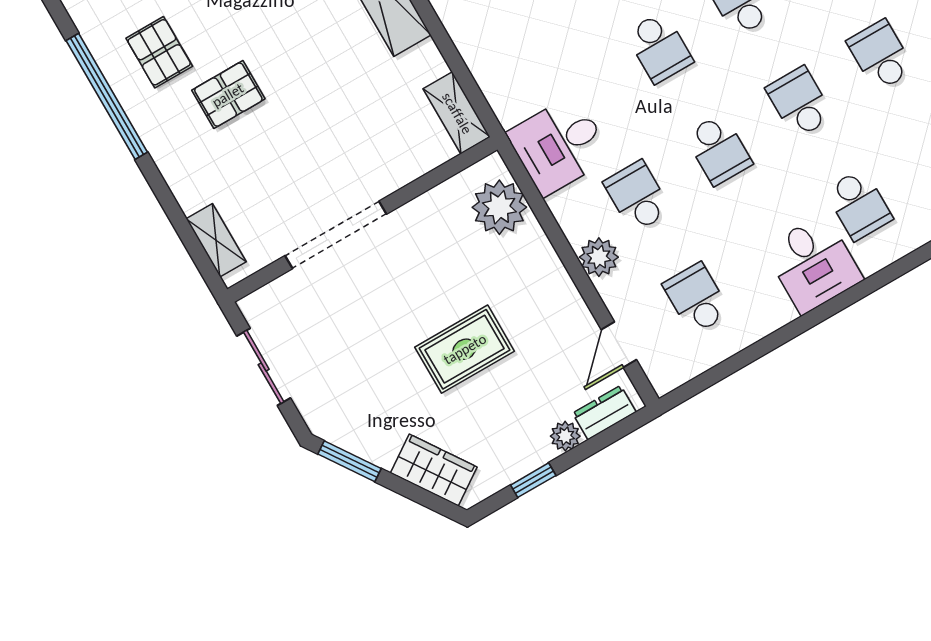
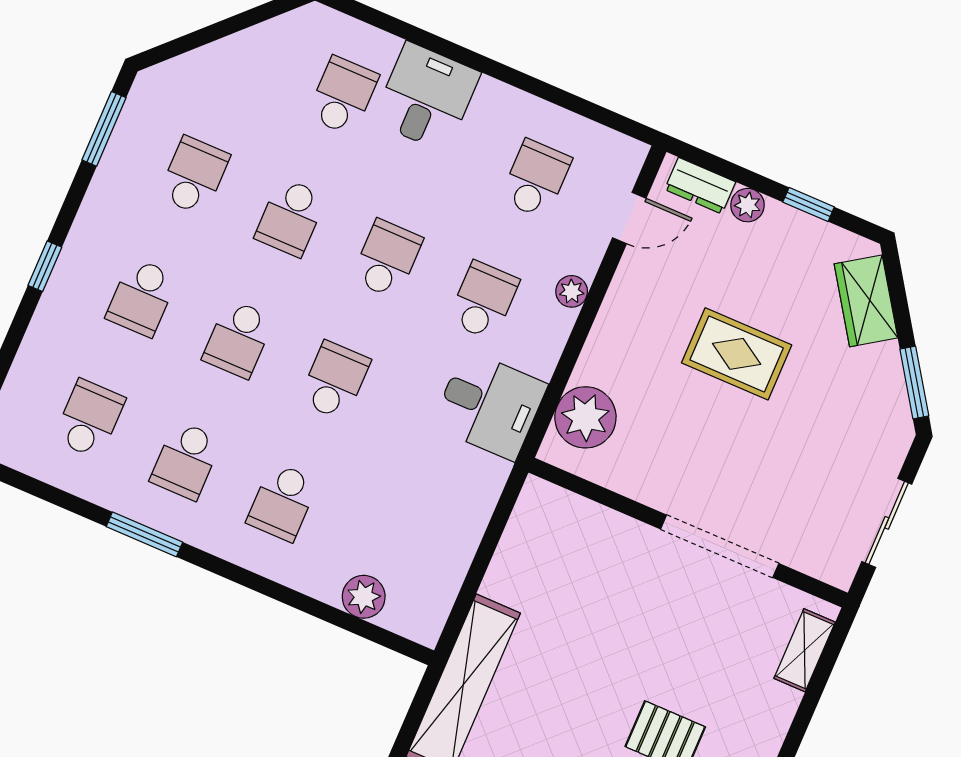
school desk: (881, 55) -> (194, 176), turned 180
shelving: (457, 113) -> (529, 519), removed
school desk: (637, 196) -> (484, 300), turned 180
plant: (599, 257) -> (572, 291), width x0.73, depth x0.73
school desk: (697, 299) -> (536, 179), turned 180

